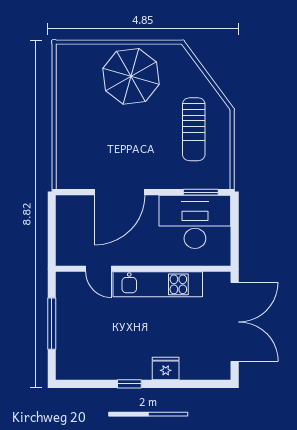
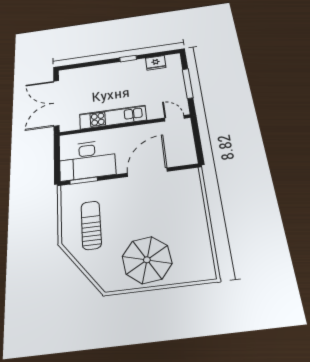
door: (99, 269) -> (174, 118), moved
fridge: (166, 369) -> (156, 63), moved

